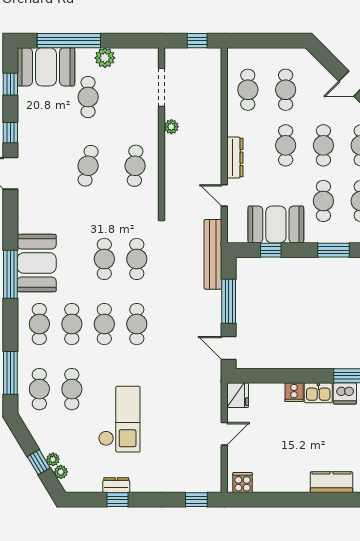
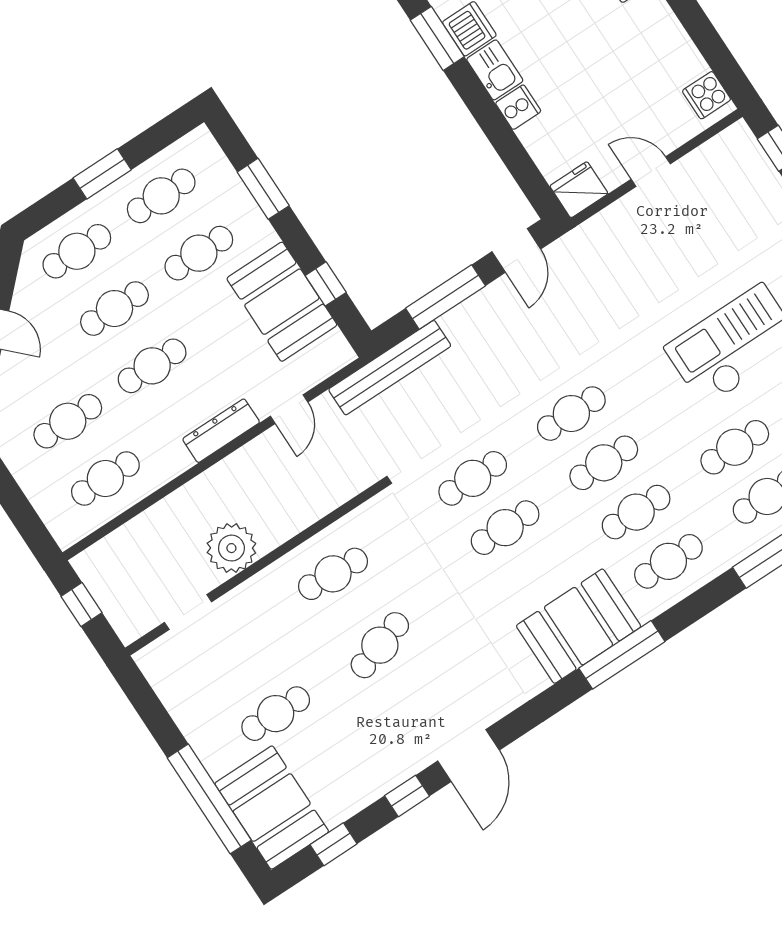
plant: (105, 58) -> (199, 727), removed
doorway: (161, 87) -> (188, 612), width x0.73
plant: (171, 127) -> (231, 548), width x1.87, depth x1.87
cafe table: (88, 166) -> (380, 645), turned -30

